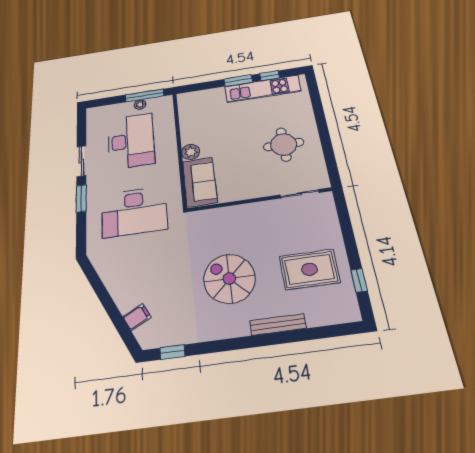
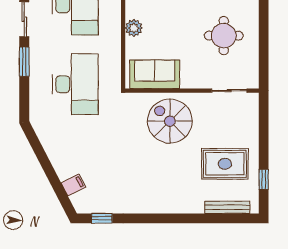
sofa: (200, 182) -> (155, 74), moved, turned -90
desk: (134, 212) -> (75, 84), turned -90
spiral stairs: (229, 279) -> (170, 121), moved
bench: (278, 324) -> (227, 207), moved

